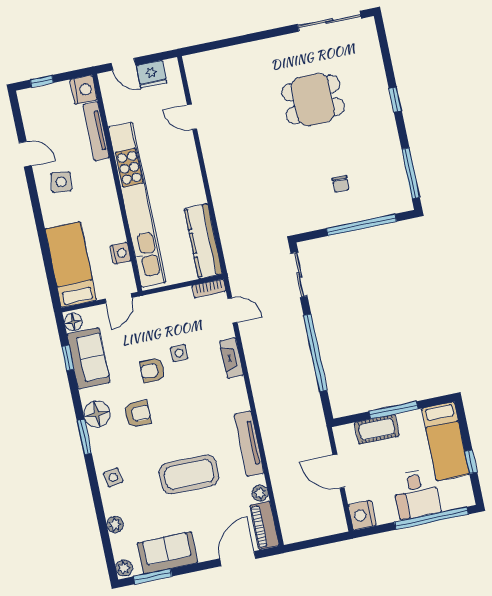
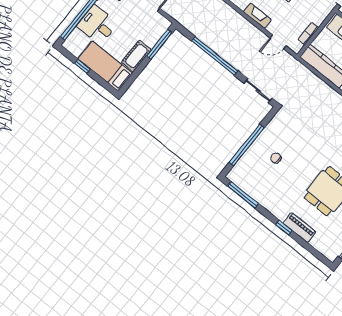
piano: (378, 86) -> (300, 228), added
bookcase: (209, 288) -> (308, 34), moved
window: (394, 410) -> (159, 44), moved
cot: (377, 429) -> (136, 56), moved

